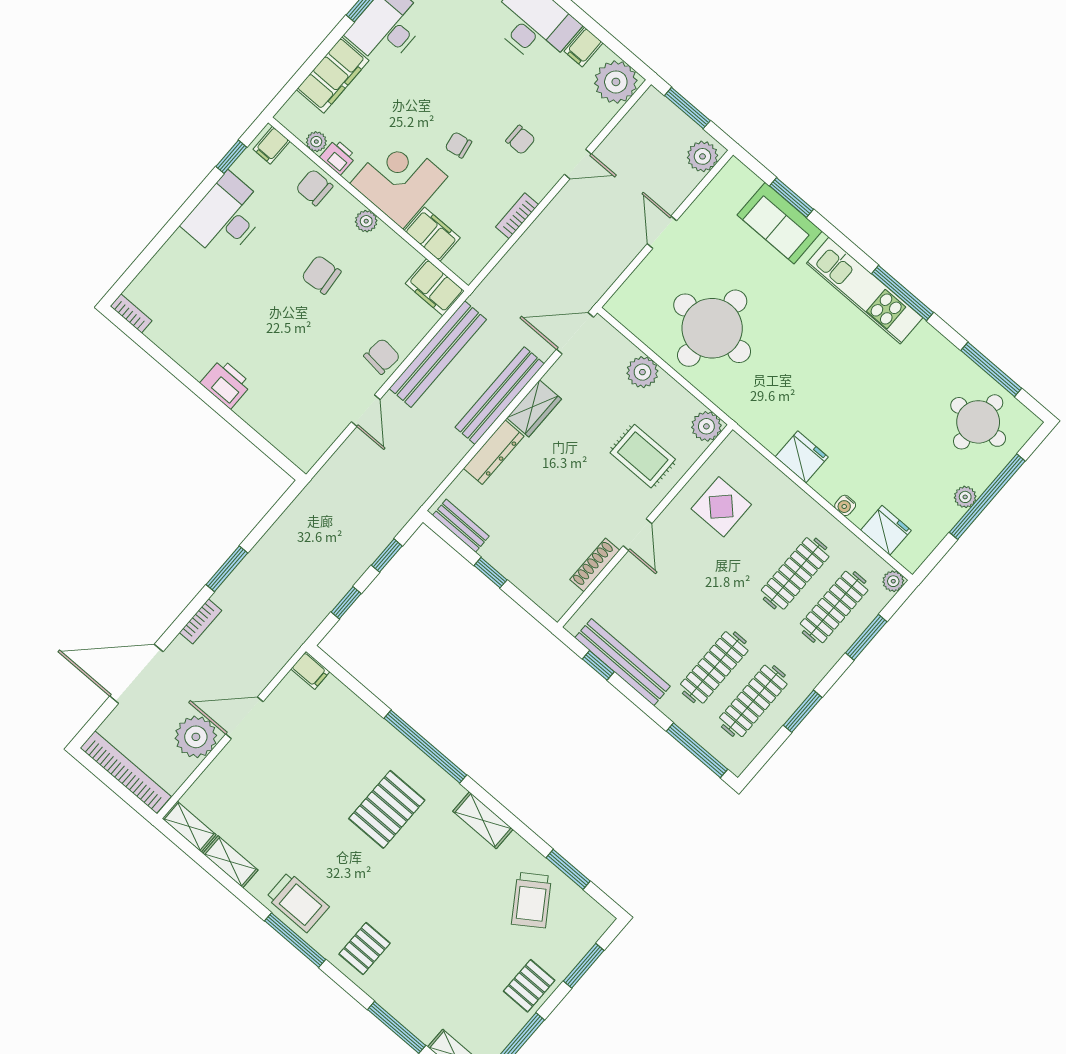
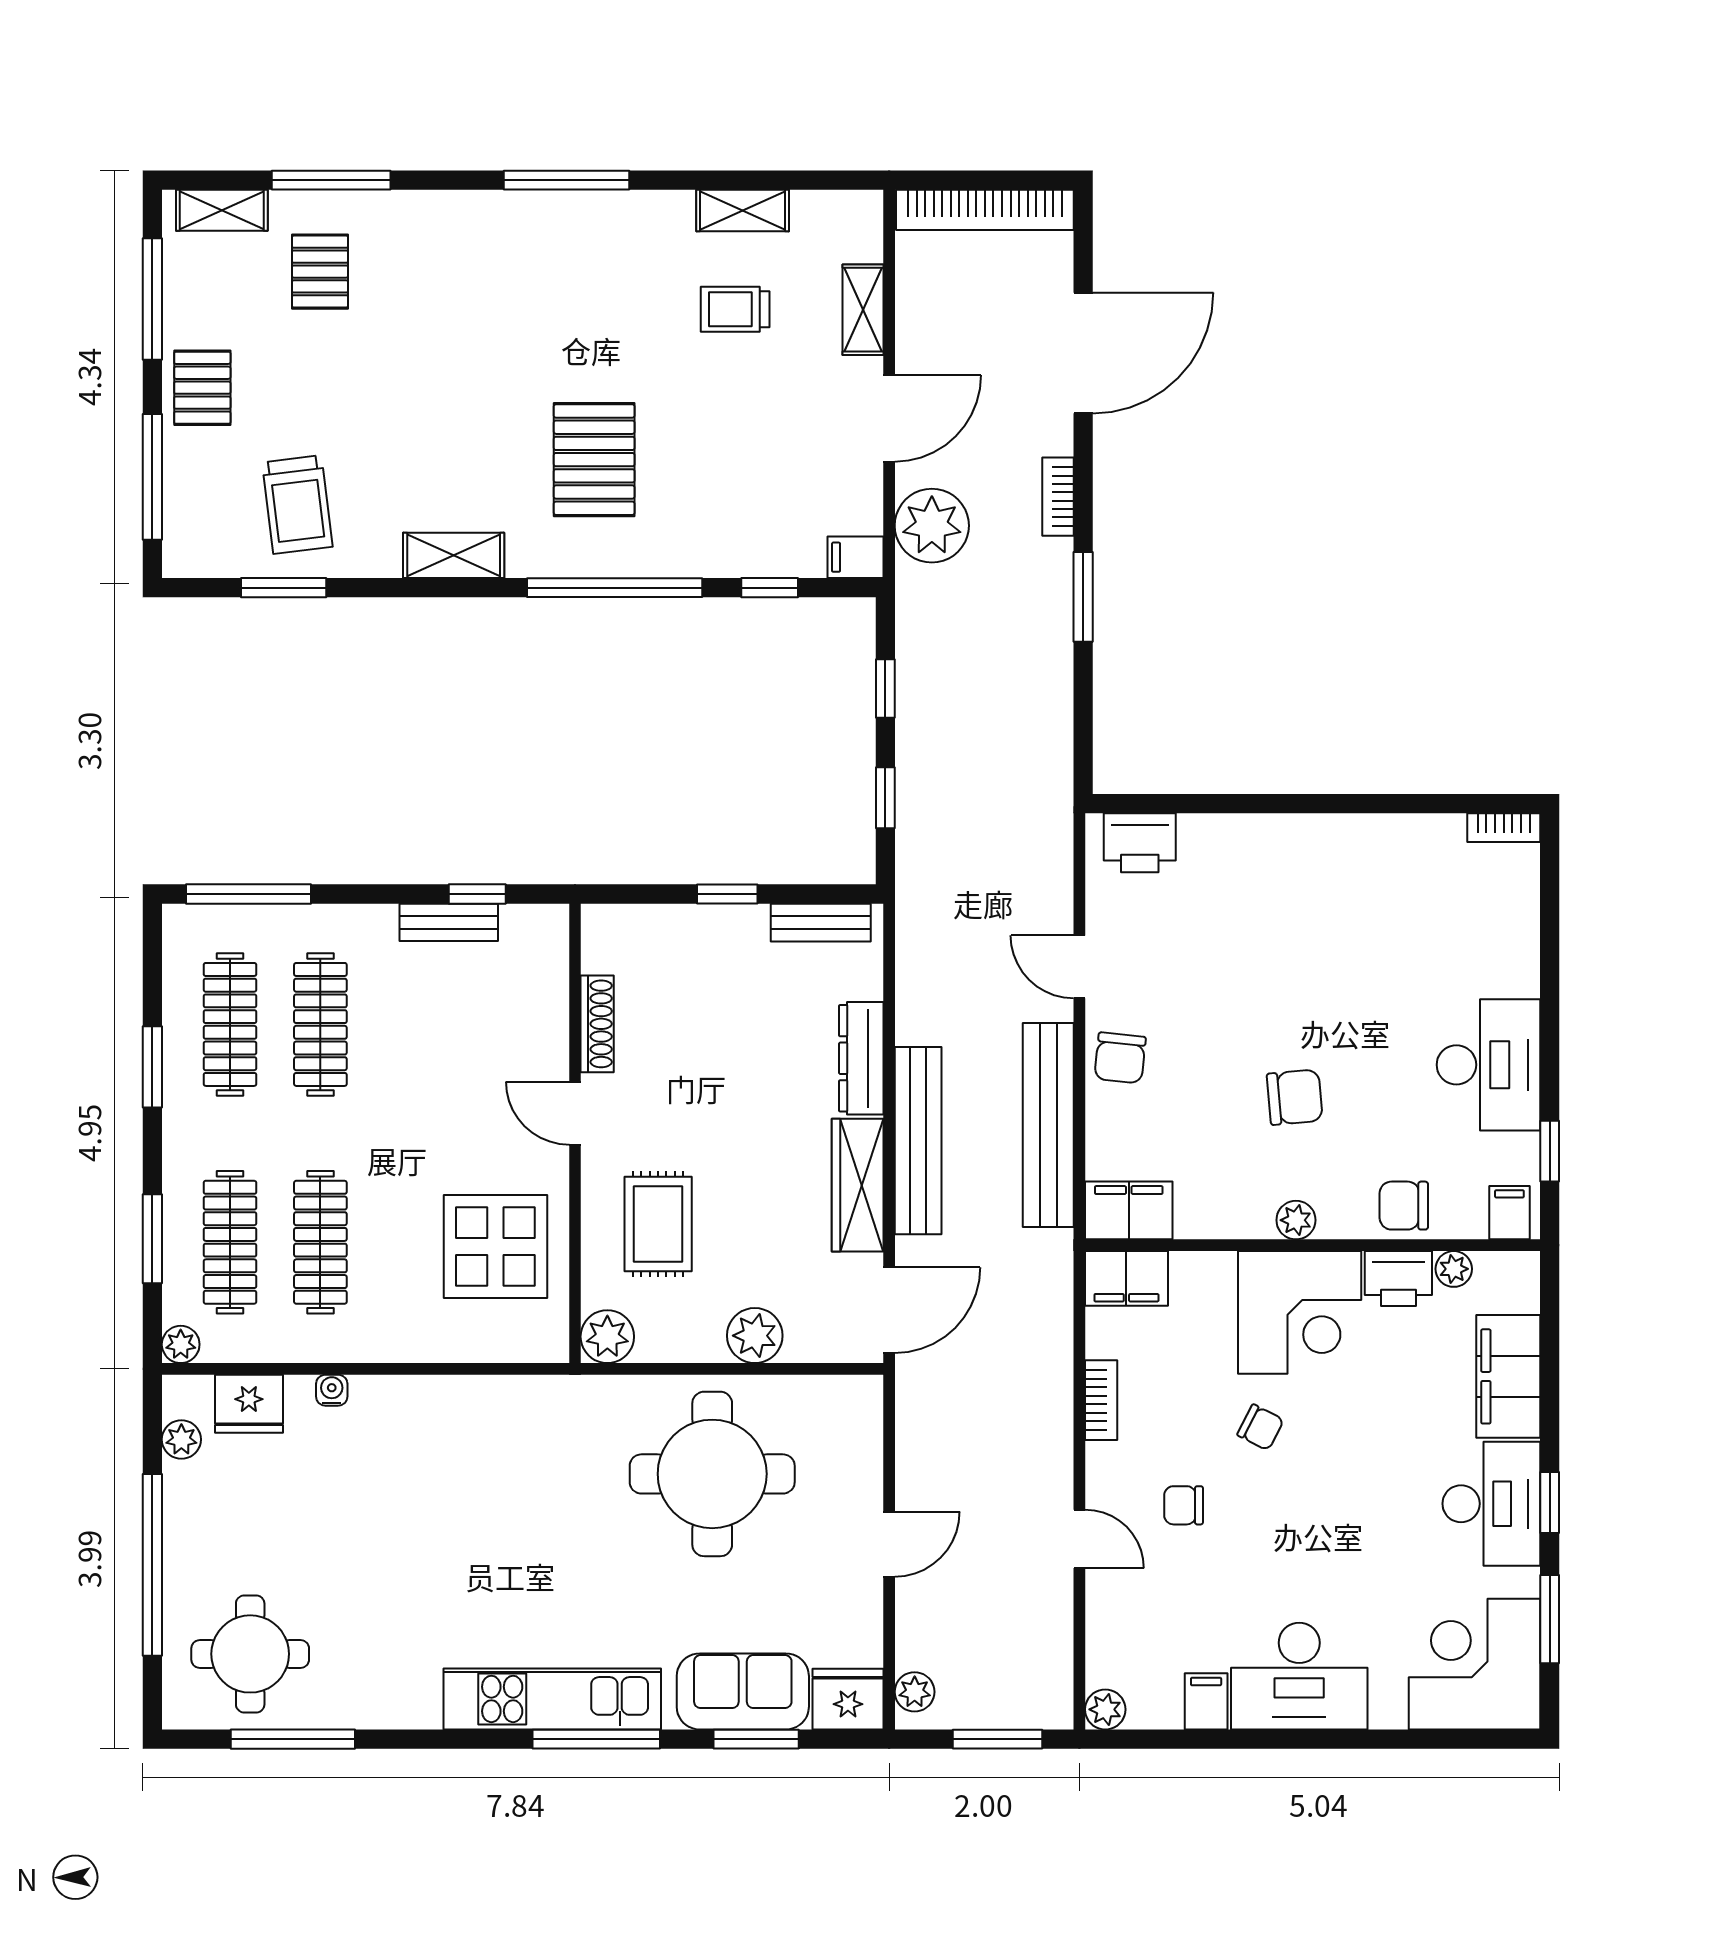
plant: (616, 82) -> (1105, 1709), width x0.53, depth x0.53
chair: (458, 145) -> (1261, 1427), turned 37
plant: (702, 156) -> (915, 1692), width x0.73, depth x0.73
printer: (338, 157) -> (1398, 1279), width x1.36, depth x1.24
door: (578, 164) -> (1079, 1539), swing flipped
chair: (314, 187) -> (1404, 1206), turned 180
door: (662, 232) -> (889, 1544), hinge flipped
filing cabinet: (432, 234) -> (1126, 1278), moved
window: (902, 293) -> (596, 1739), moved
printer: (226, 384) -> (1140, 843), moved
wardrobe: (534, 408) -> (858, 1185), width x1.50
rug: (643, 456) -> (658, 1224), turned 90
fridge: (802, 457) -> (848, 1699), moved, turned 180
plant: (965, 497) -> (181, 1439), moved
display table: (721, 507) -> (495, 1247), width x1.36, depth x1.36
bench: (623, 662) -> (449, 922), width x0.54, depth x0.82
window: (359, 689) -> (770, 588), added
plant: (196, 737) -> (932, 526), moved
shelving: (189, 827) -> (863, 310), moved, turned 90
trolley: (531, 900) -> (297, 505), turned -153
trolley: (298, 902) -> (735, 309), moved, width x0.73, depth x0.72
pallet: (365, 949) -> (320, 272), moved
window: (584, 966) -> (152, 477), width x1.44

